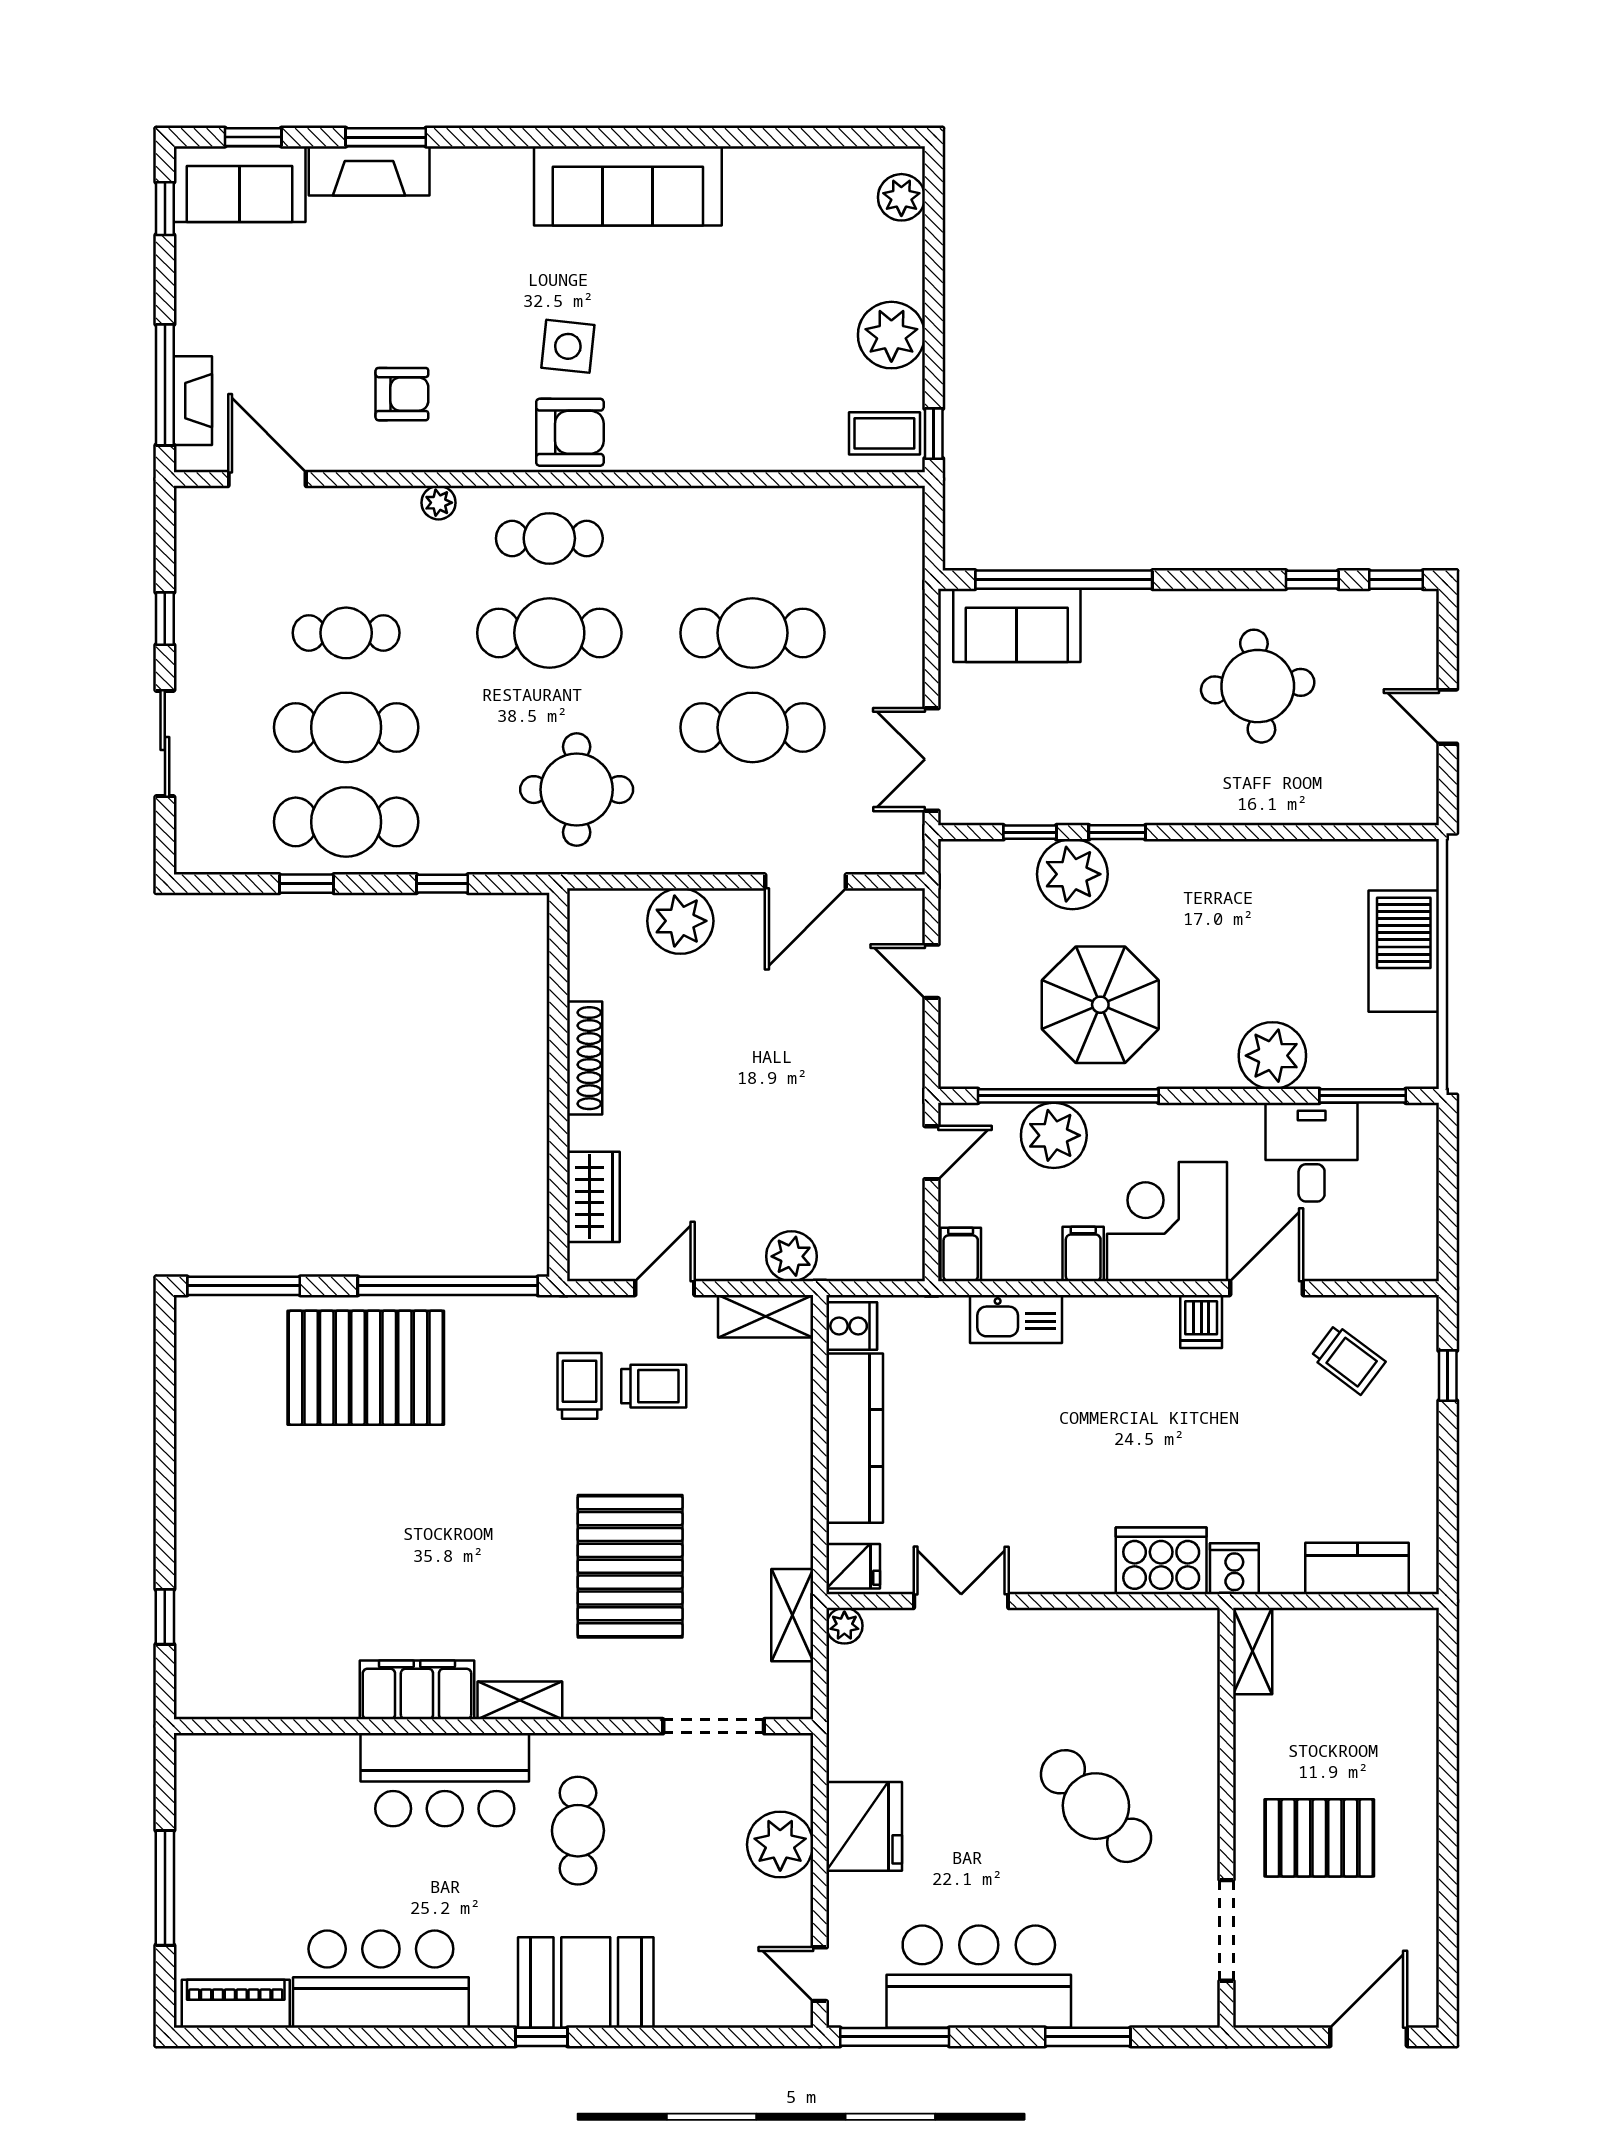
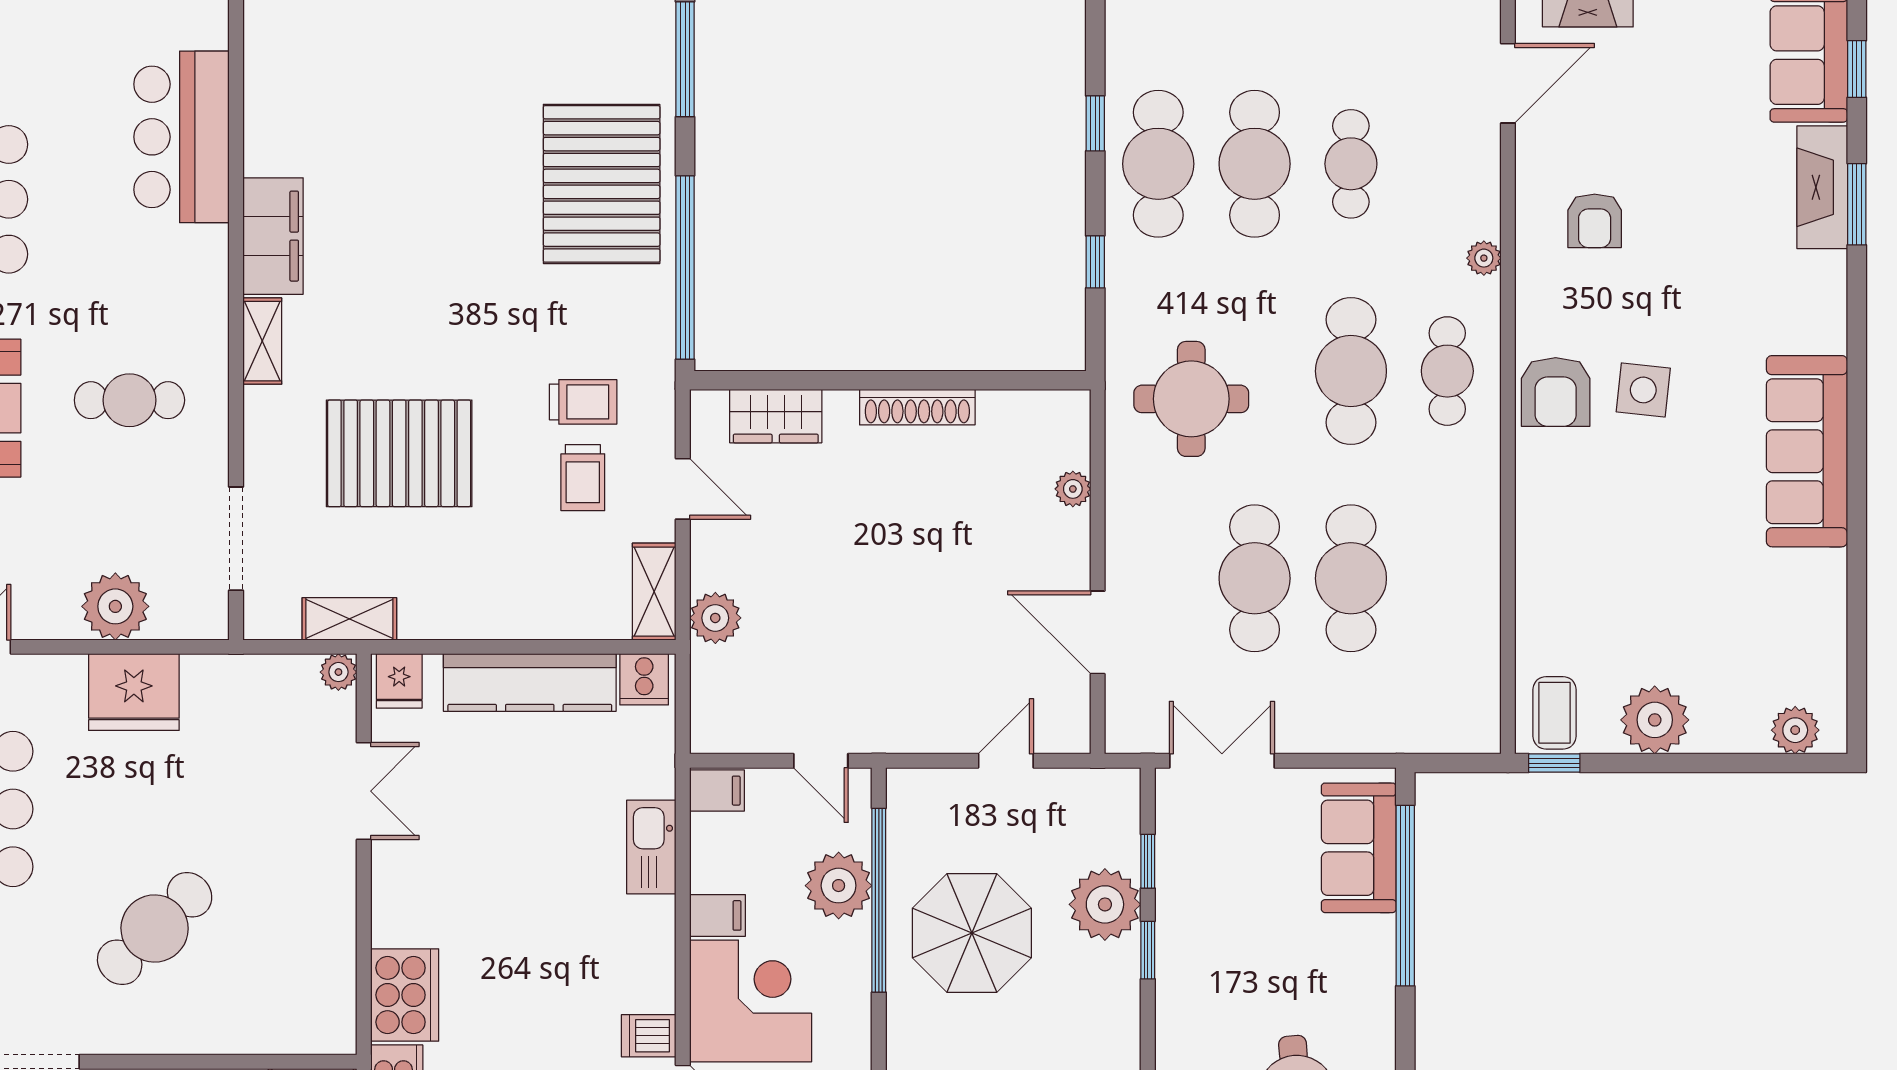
plant: (680, 921) -> (1073, 489), width x0.53, depth x0.53
bar counter: (445, 1780) -> (181, 137), moved

